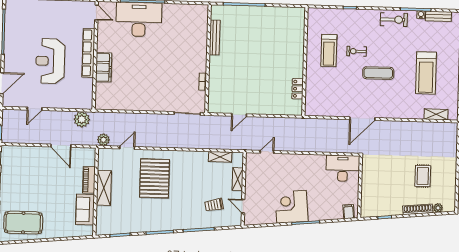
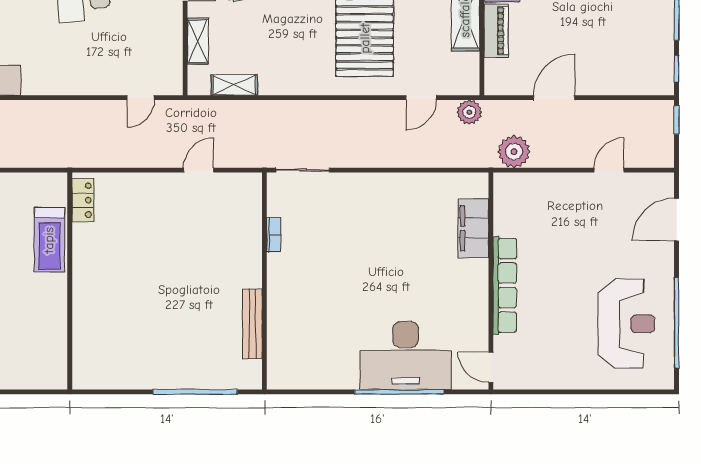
treadmill: (329, 50) -> (49, 240), moved, turned 180
reception desk: (50, 61) -> (626, 324), moved
filing cabinet: (104, 67) -> (473, 228), moved
locker: (298, 89) -> (83, 200), moved
door: (61, 146) -> (554, 98), hinge flipped

